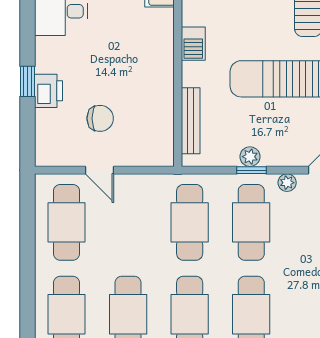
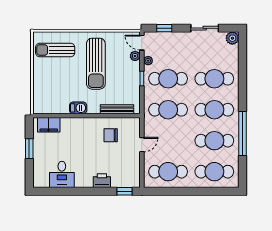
window: (28, 81) -> (124, 191), moved
chair: (100, 118) -> (111, 135), moved, turned -90
plant: (250, 157) -> (135, 56), moved
door: (100, 170) -> (142, 145), moved

